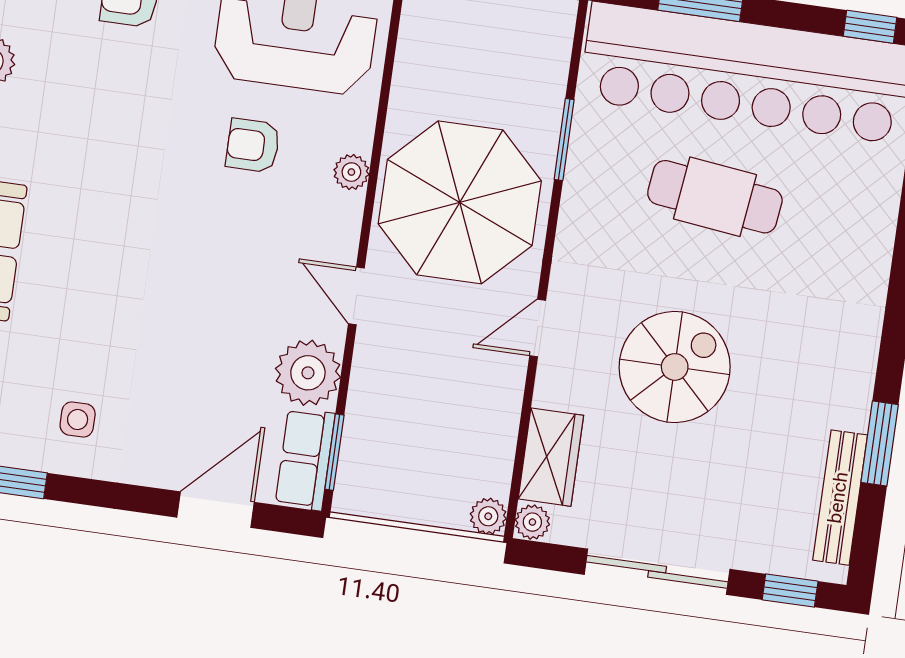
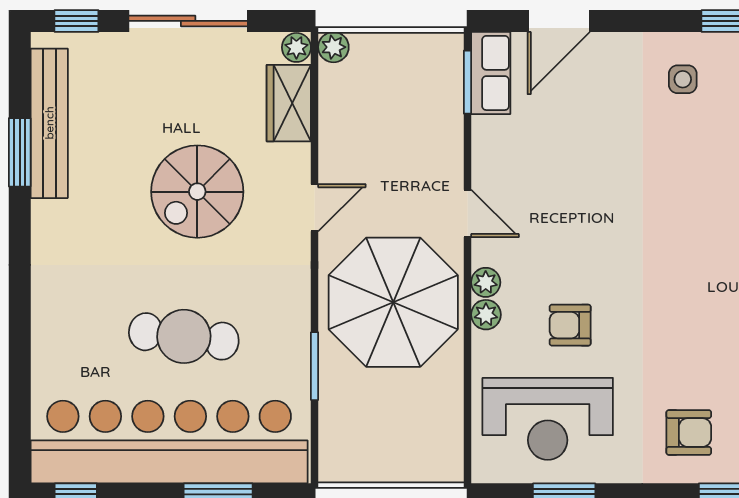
armchair: (253, 145) -> (570, 325), turned 180
plant: (308, 373) -> (486, 282), moved, width x0.53, depth x0.53
bench: (840, 498) -> (49, 123), width x1.37, depth x1.21

